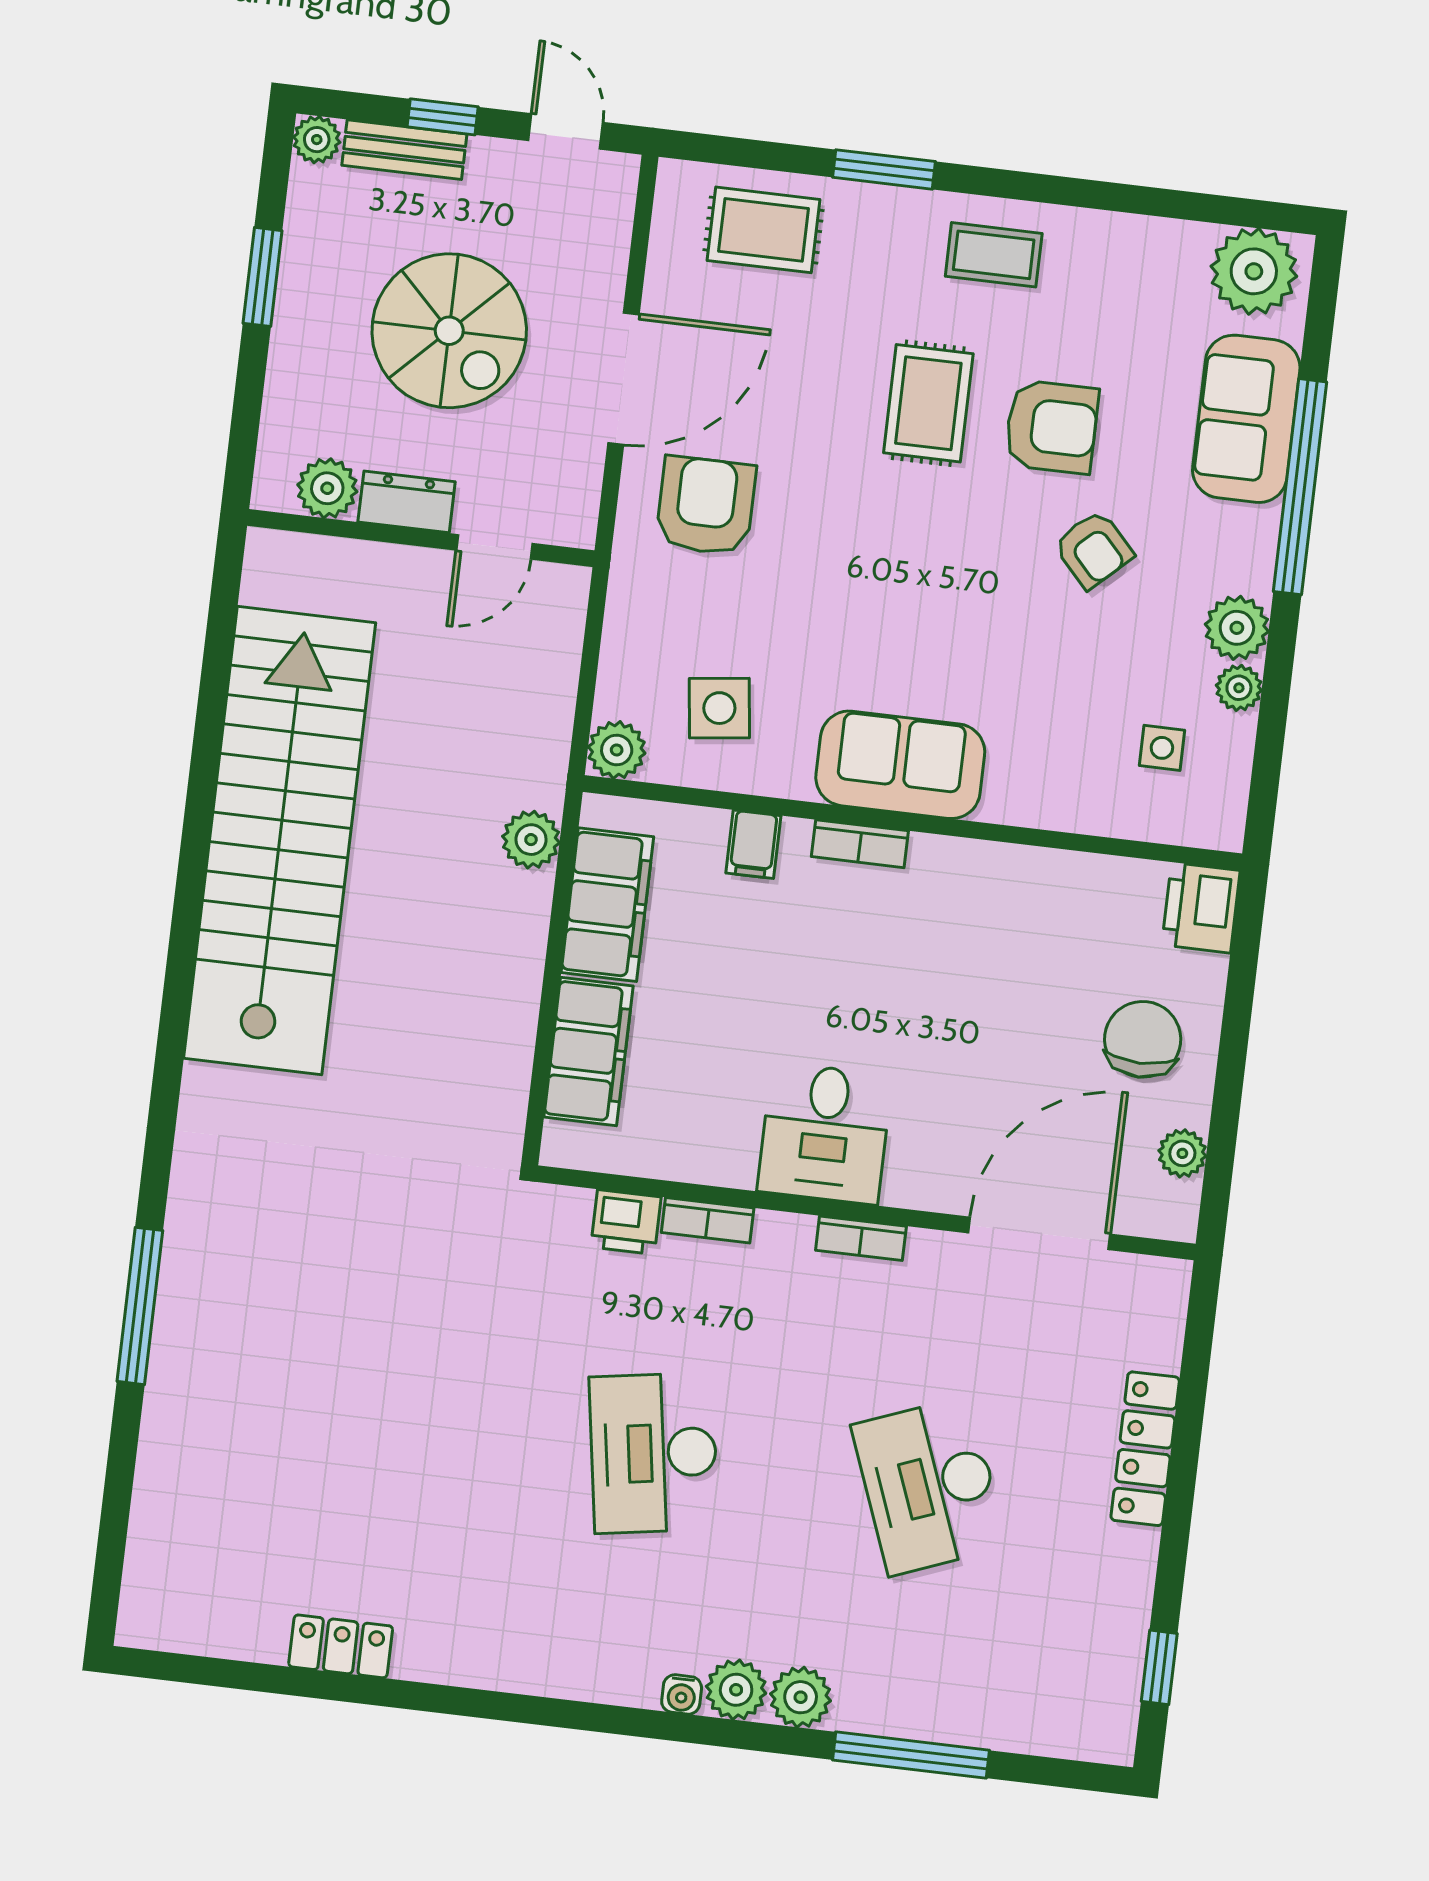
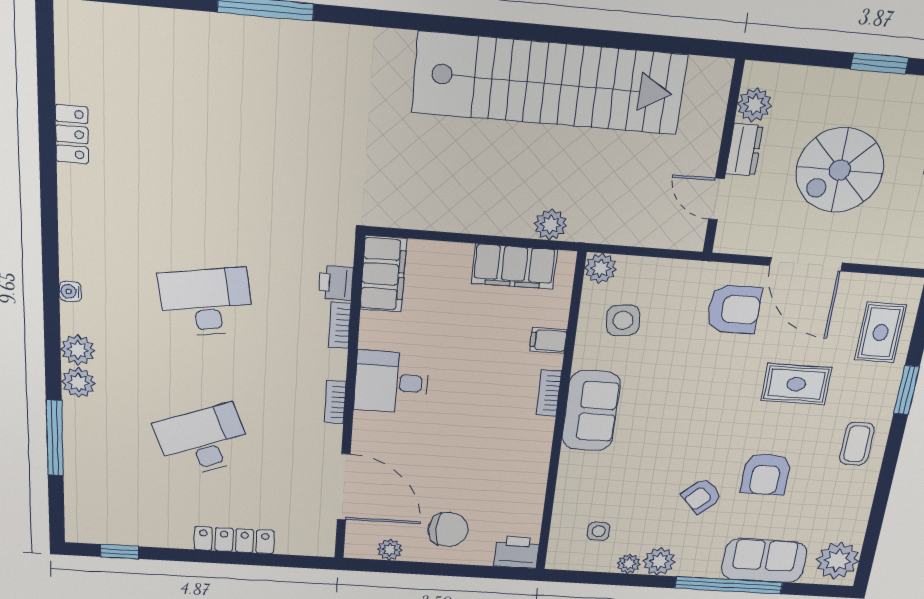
rug: (928, 403) -> (796, 384), moved
filing cabinet: (589, 1051) -> (383, 274), moved, turned -90
water cooler: (682, 1694) -> (70, 292), moved

